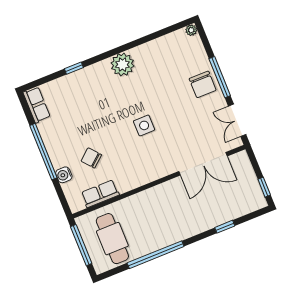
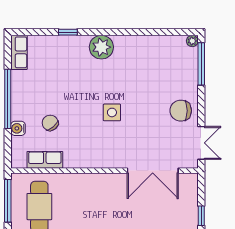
plant: (122, 65) -> (101, 47), moved
window: (220, 77) -> (201, 64), moved
chair: (203, 84) -> (181, 111), moved, turned 90
double door: (237, 120) -> (201, 143), swing flipped

